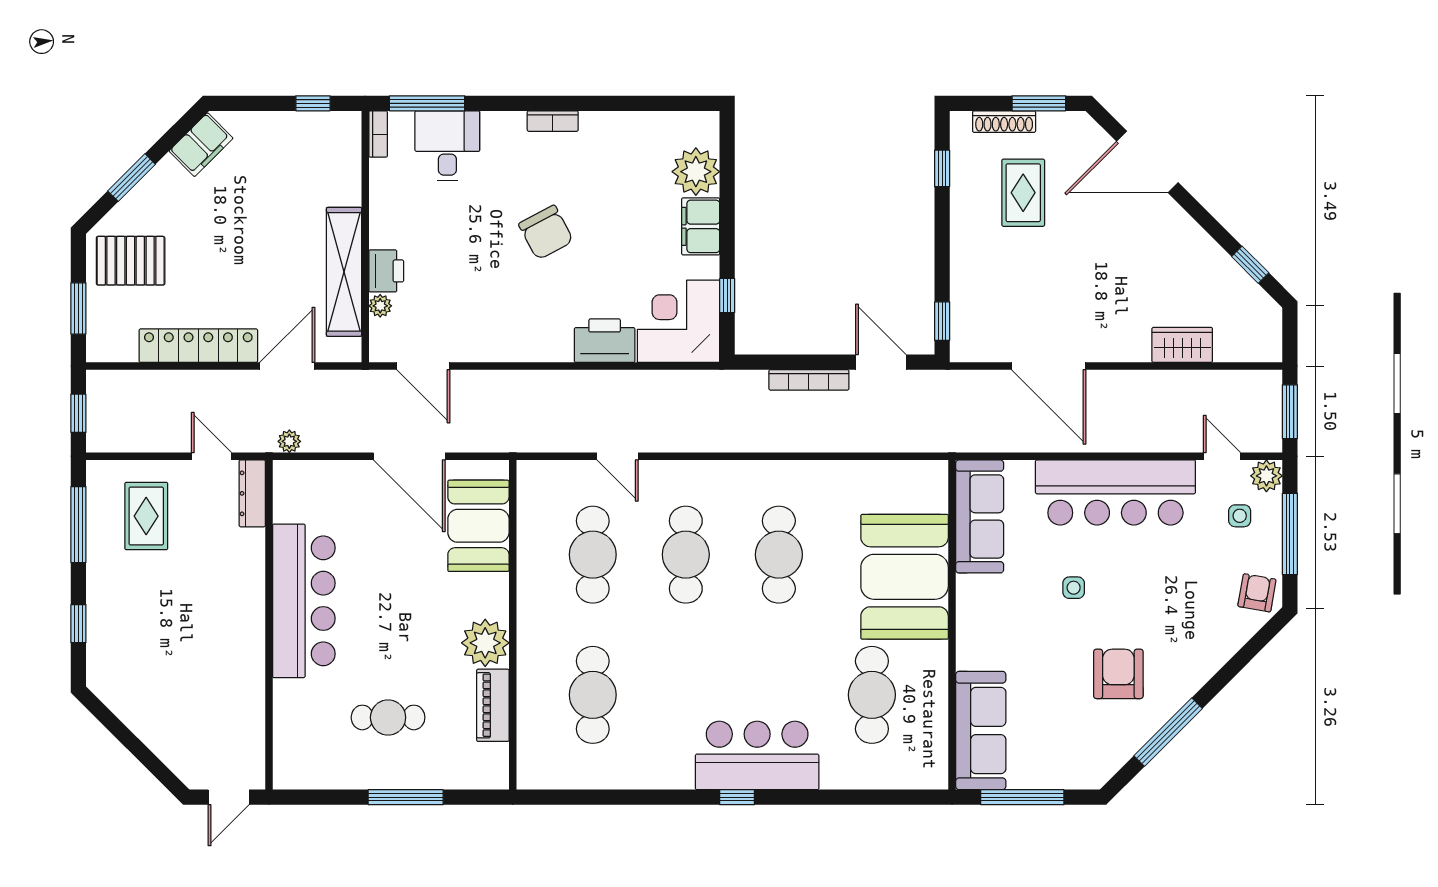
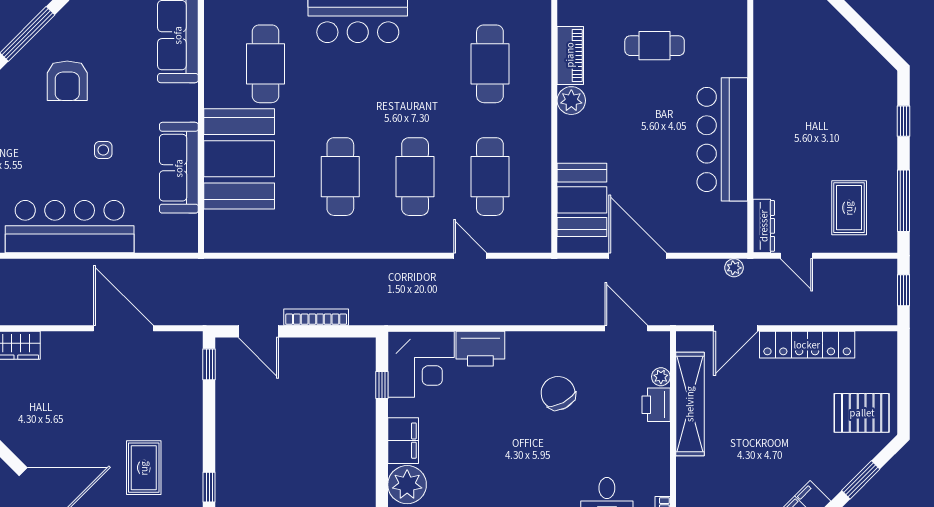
chair: (546, 232) -> (558, 393), moved
window: (78, 308) -> (904, 375), removed
sofa: (980, 516) -> (179, 168), moved
plant: (485, 643) -> (571, 101), width x0.73, depth x0.73

